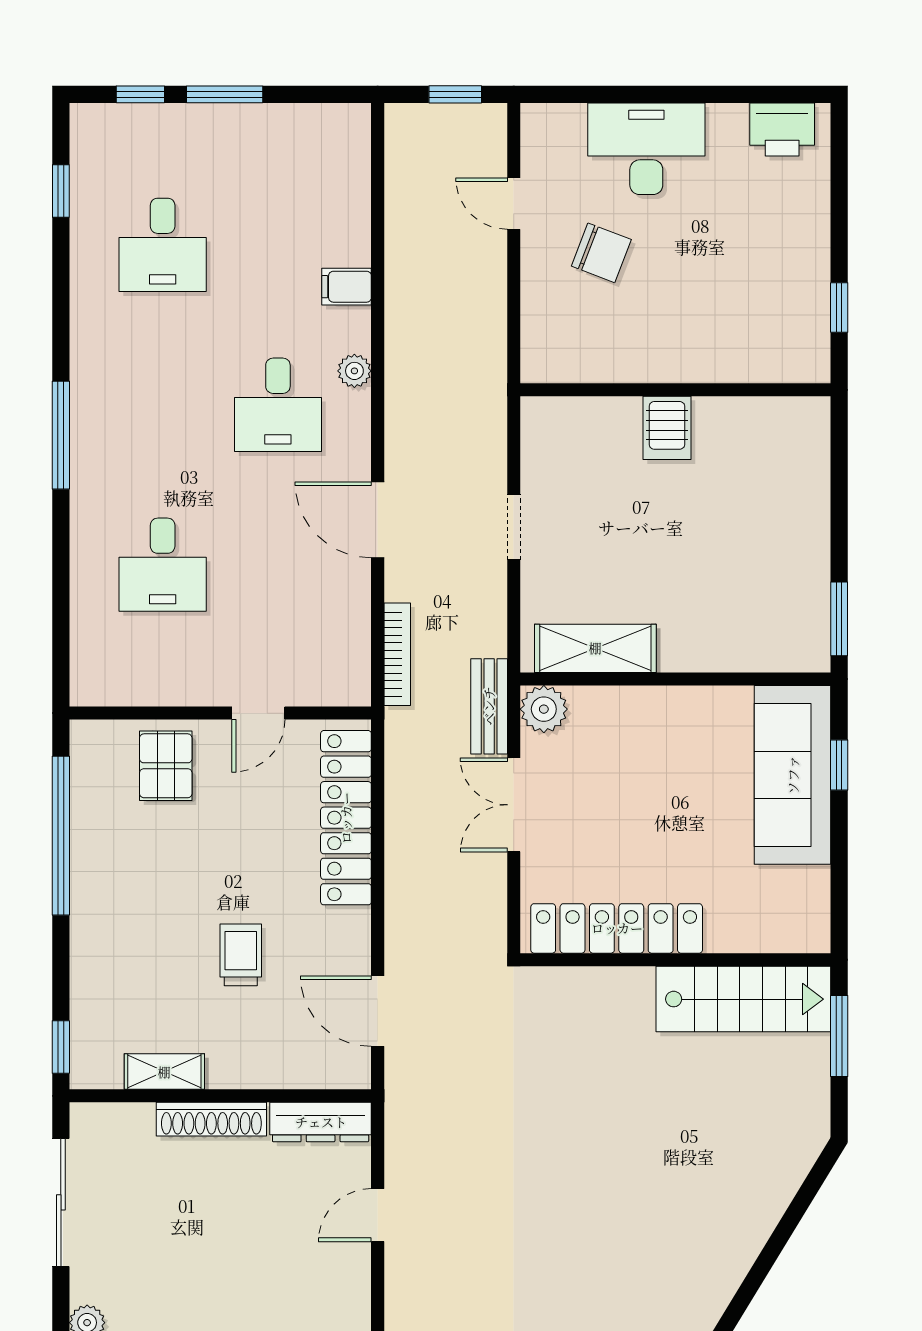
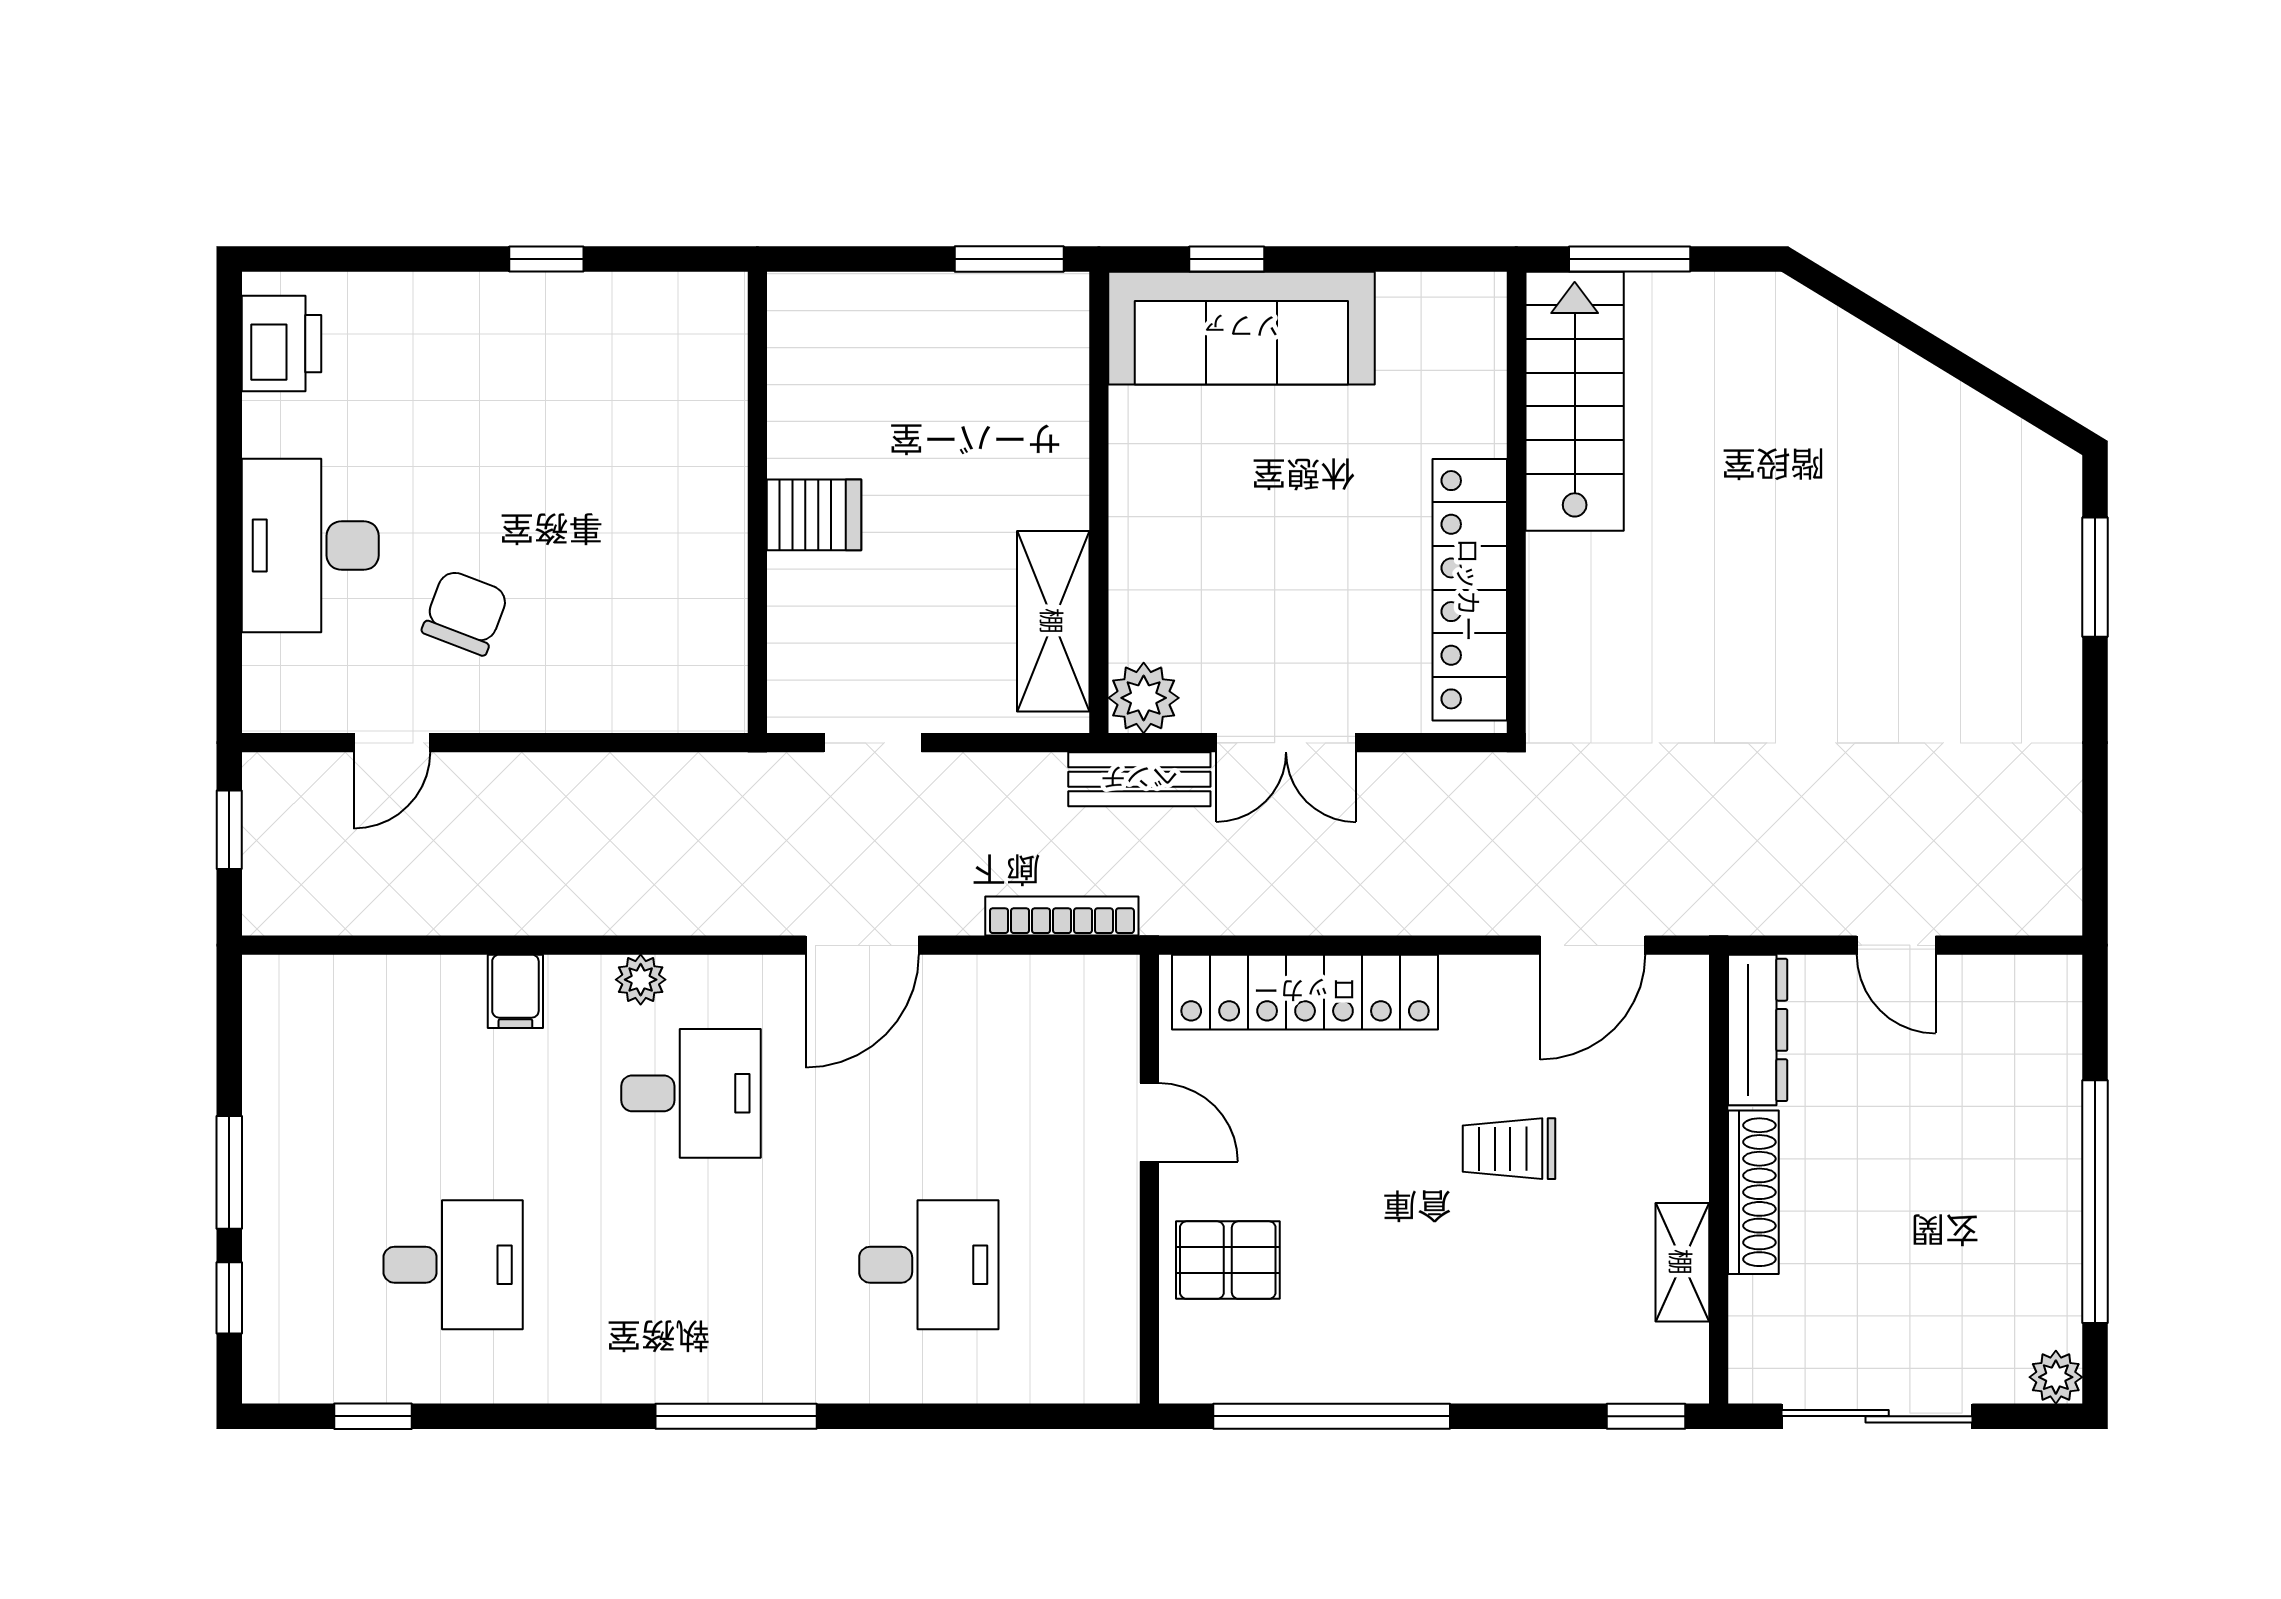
wall: (675, 390) -> (757, 502), moved
server rack: (667, 428) -> (814, 515), moved

